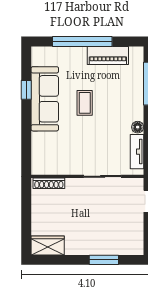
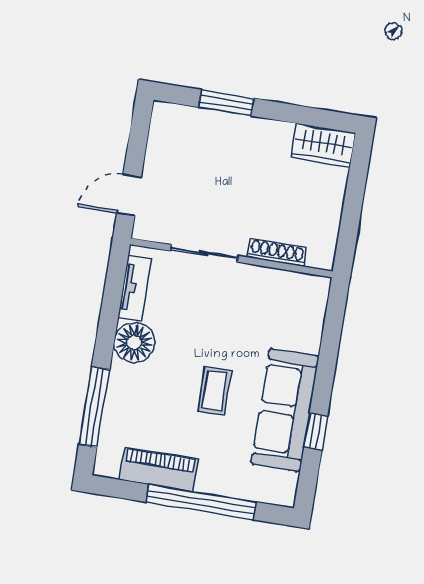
floor lamp: (138, 127) -> (134, 343), width x1.89, depth x1.89
shoe rack: (49, 183) -> (277, 252), moved

